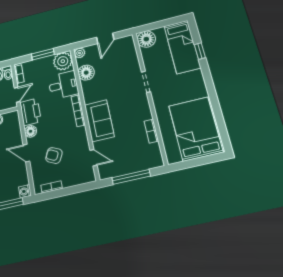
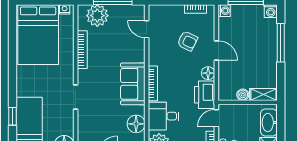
sofa: (99, 121) -> (133, 84), moved
bookcase: (151, 131) -> (82, 50), width x1.56
nightstand: (176, 158) -> (65, 9), added
plant: (143, 160) -> (97, 16), added

